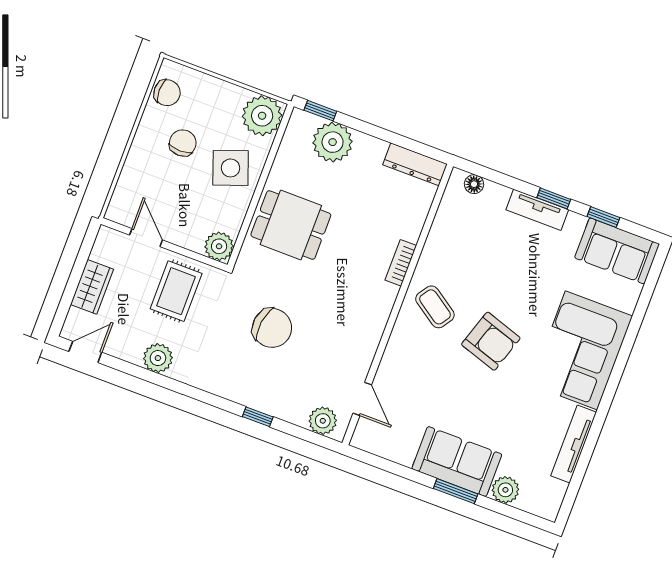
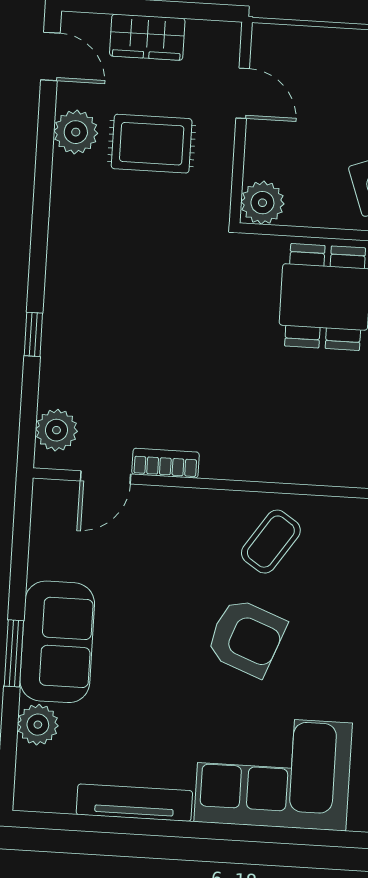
door: (146, 238) -> (243, 93), hinge flipped
bookcase: (401, 263) -> (165, 463), moved
rug: (176, 291) -> (152, 144), moved
chair: (272, 328) -> (168, 315), removed
armchair: (491, 341) -> (246, 637), turned -87
plant: (158, 358) -> (76, 132), moved

